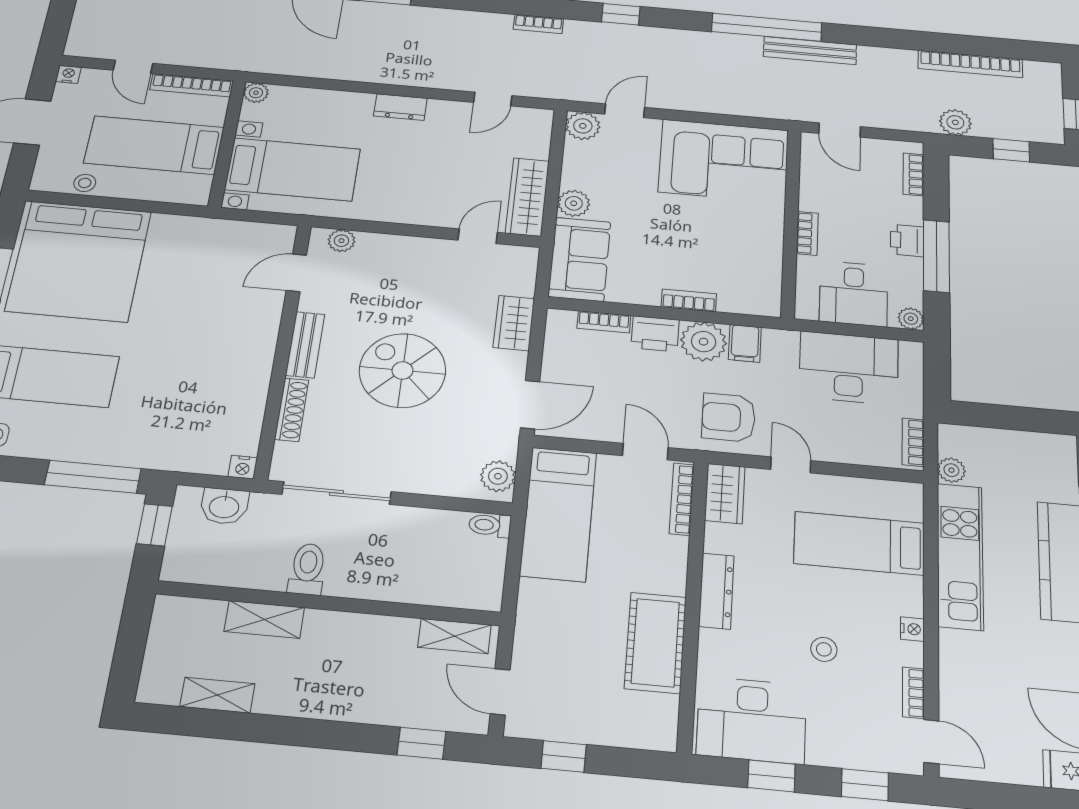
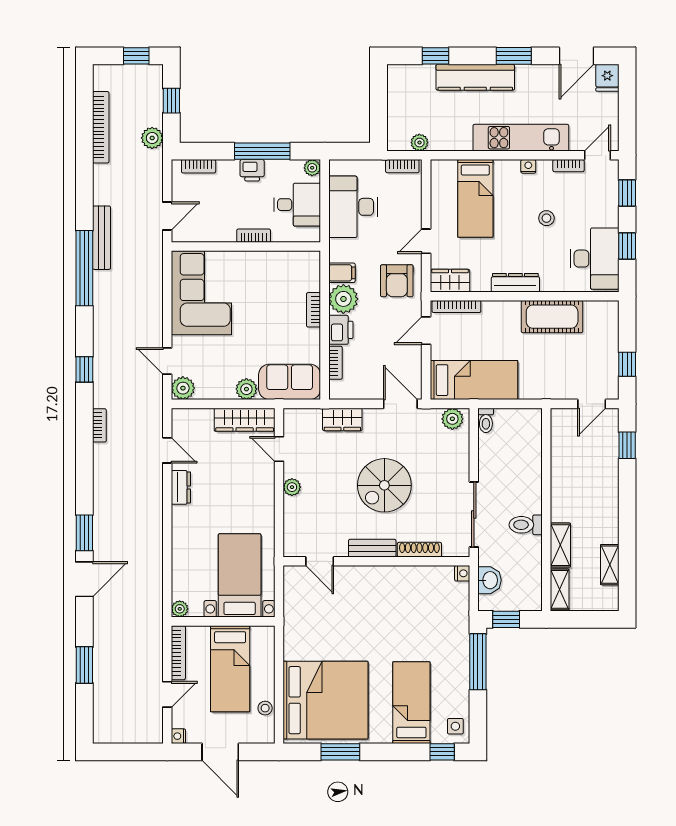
dresser: (400, 107) -> (181, 487), moved
plant: (341, 241) -> (292, 487), moved
kitchen unit: (960, 556) -> (521, 138), moved
shelving: (454, 636) -> (560, 589), moved

